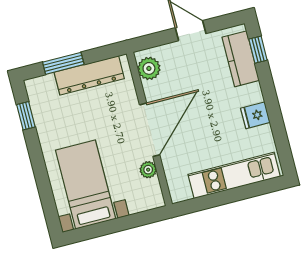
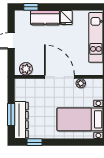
kitchen counter: (241, 59) -> (45, 18), moved
dresser: (89, 75) -> (21, 120), moved

